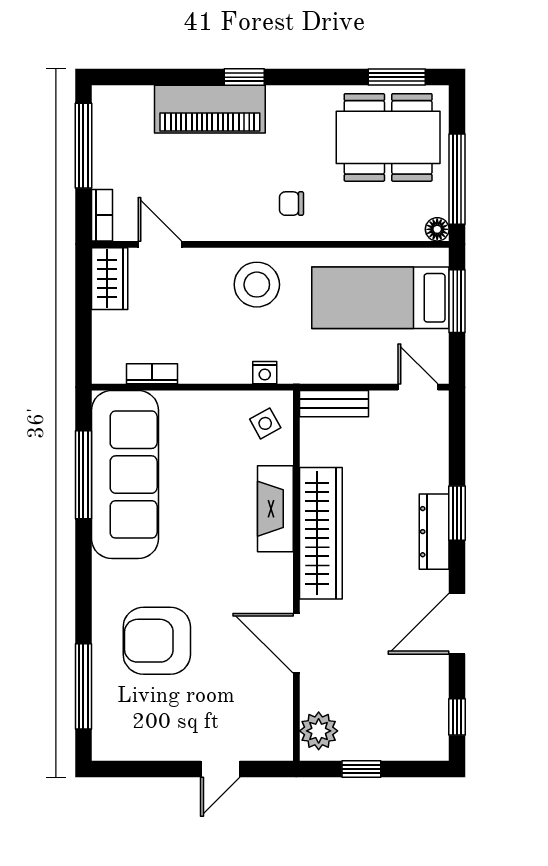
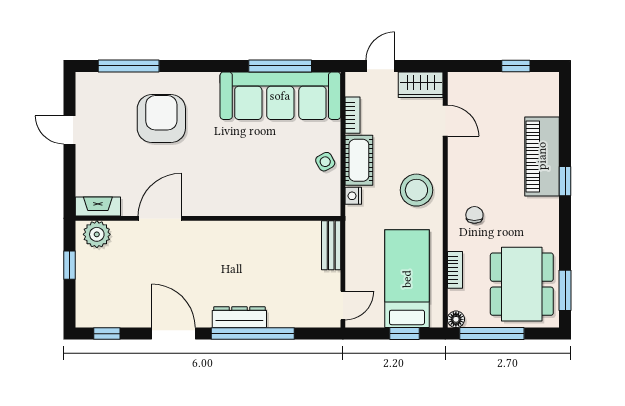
window: (83, 146) -> (516, 66), width x0.46
bookcase: (102, 215) -> (455, 270), moved, turned -90
door: (160, 244) -> (445, 121), hinge flipped
window: (457, 301) -> (405, 334), width x0.67
door: (83, 335) -> (380, 66), added
cot: (215, 365) -> (359, 160), added
side table: (265, 423) -> (325, 162), moved
fireplace: (275, 509) -> (98, 206), moved, width x0.73, depth x0.76
window: (457, 513) -> (253, 334), width x2.11
wardrobe: (321, 533) -> (238, 236), removed
door: (220, 769) -> (70, 130), moved

